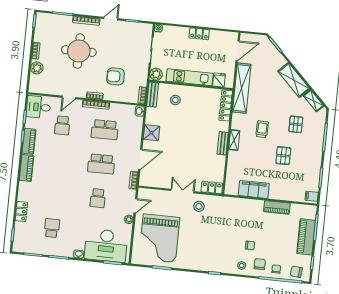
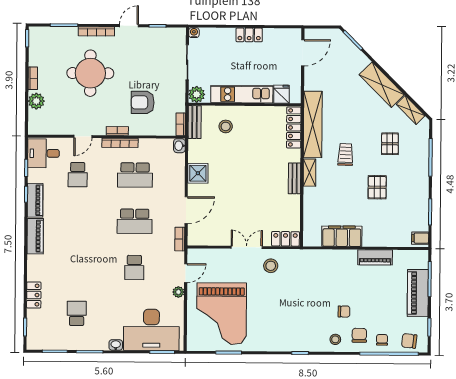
shelving: (242, 88) -> (313, 124), moved

